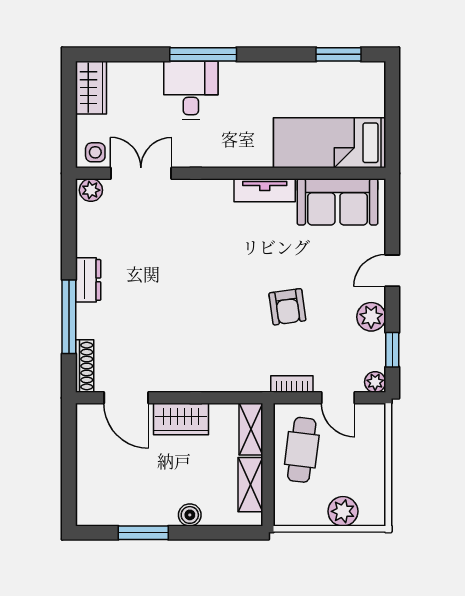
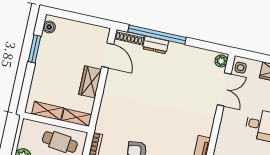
dresser: (88, 280) -> (156, 45), moved
window: (69, 317) -> (157, 35), width x1.46
door: (126, 398) -> (108, 55), swing flipped
boiler: (190, 515) -> (49, 27), moved

